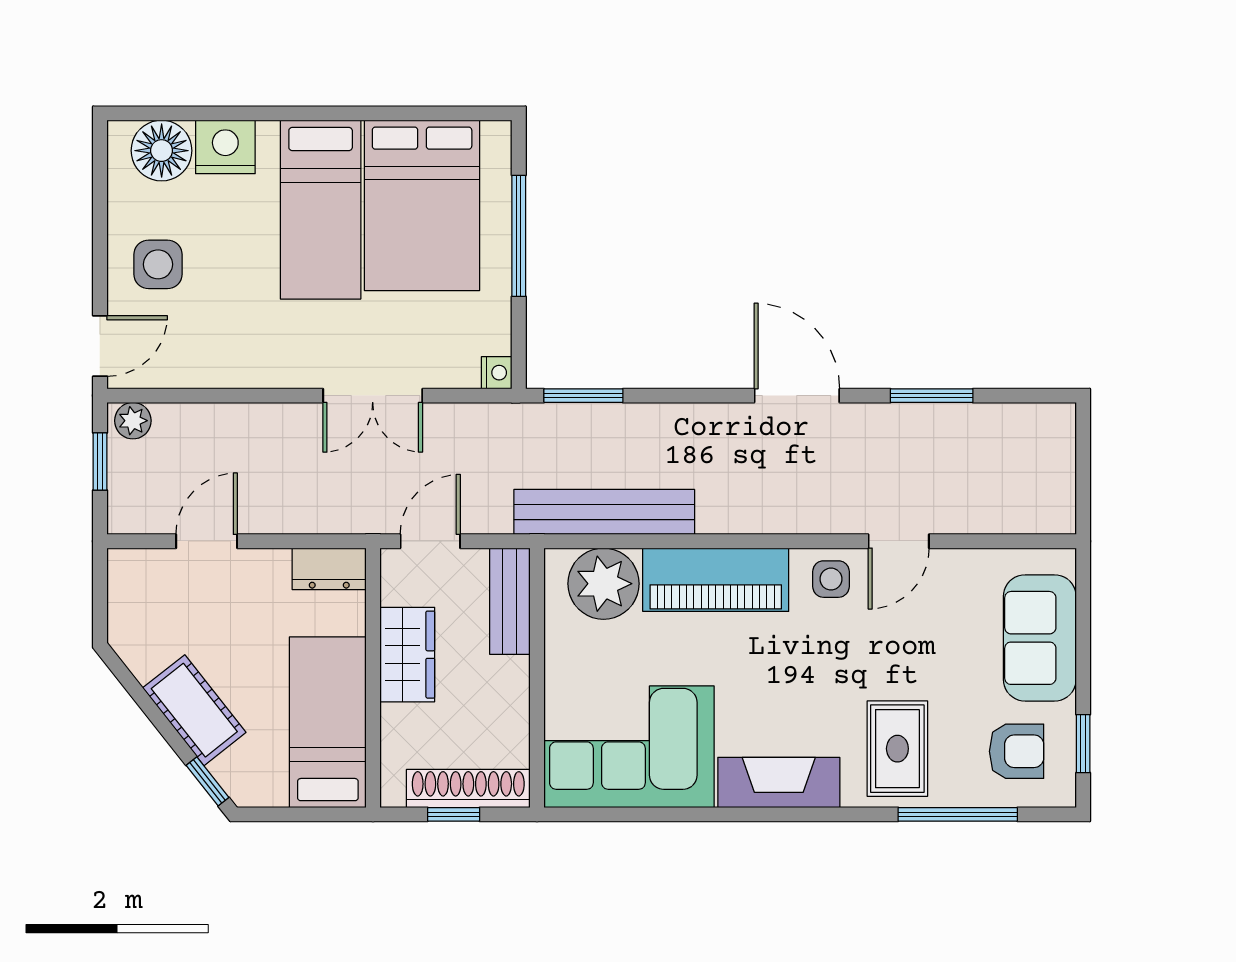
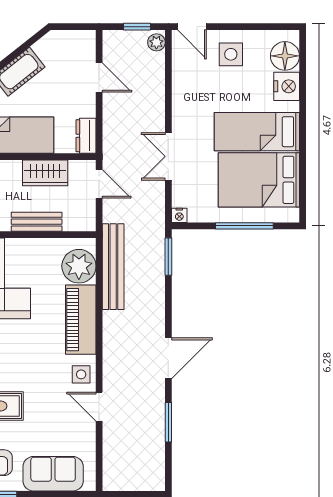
bench: (510, 601) -> (37, 222), moved

